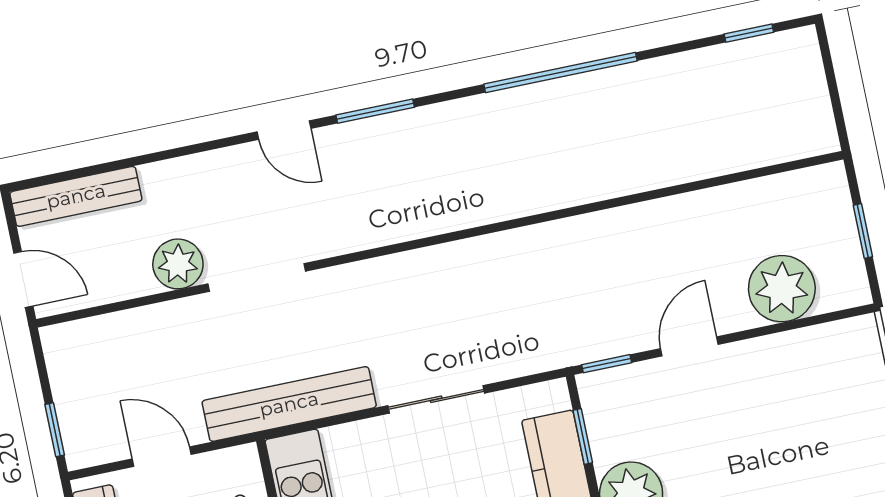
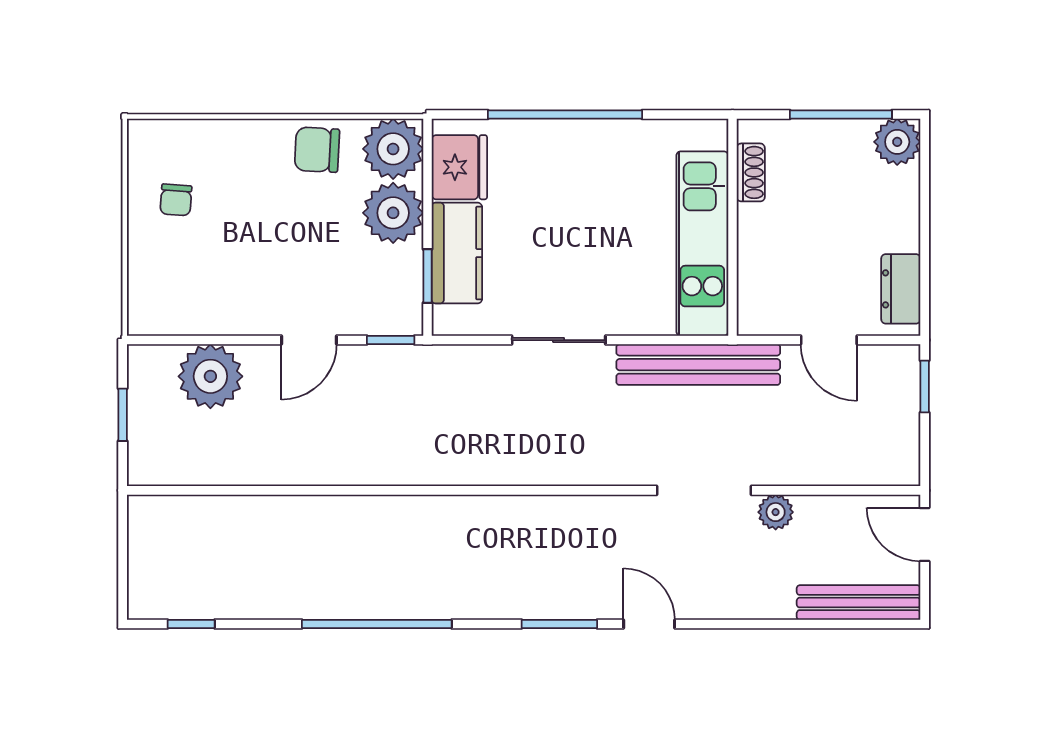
plant: (178, 264) -> (776, 512), width x0.73, depth x0.73
chair: (854, 460) -> (176, 200), added

